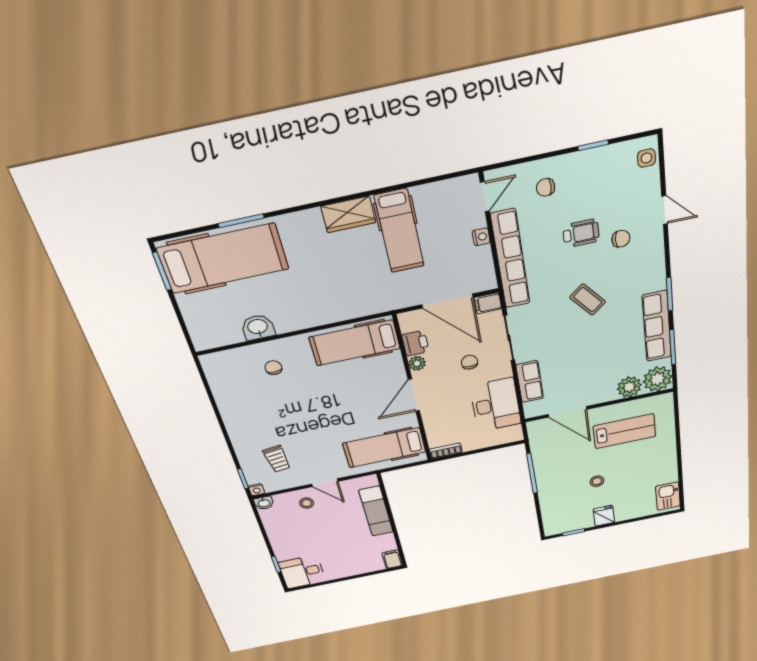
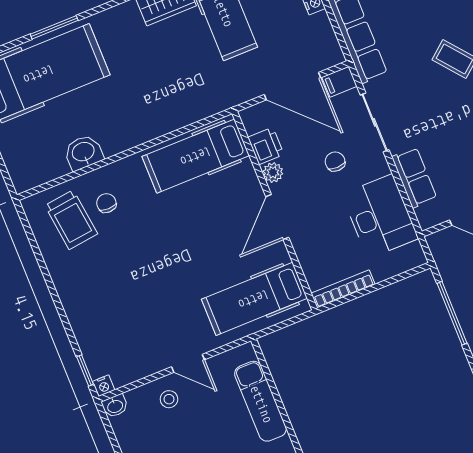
bookcase: (446, 451) -> (343, 289), width x1.56
trolley: (277, 459) -> (71, 220), moved, width x1.36, depth x1.39

